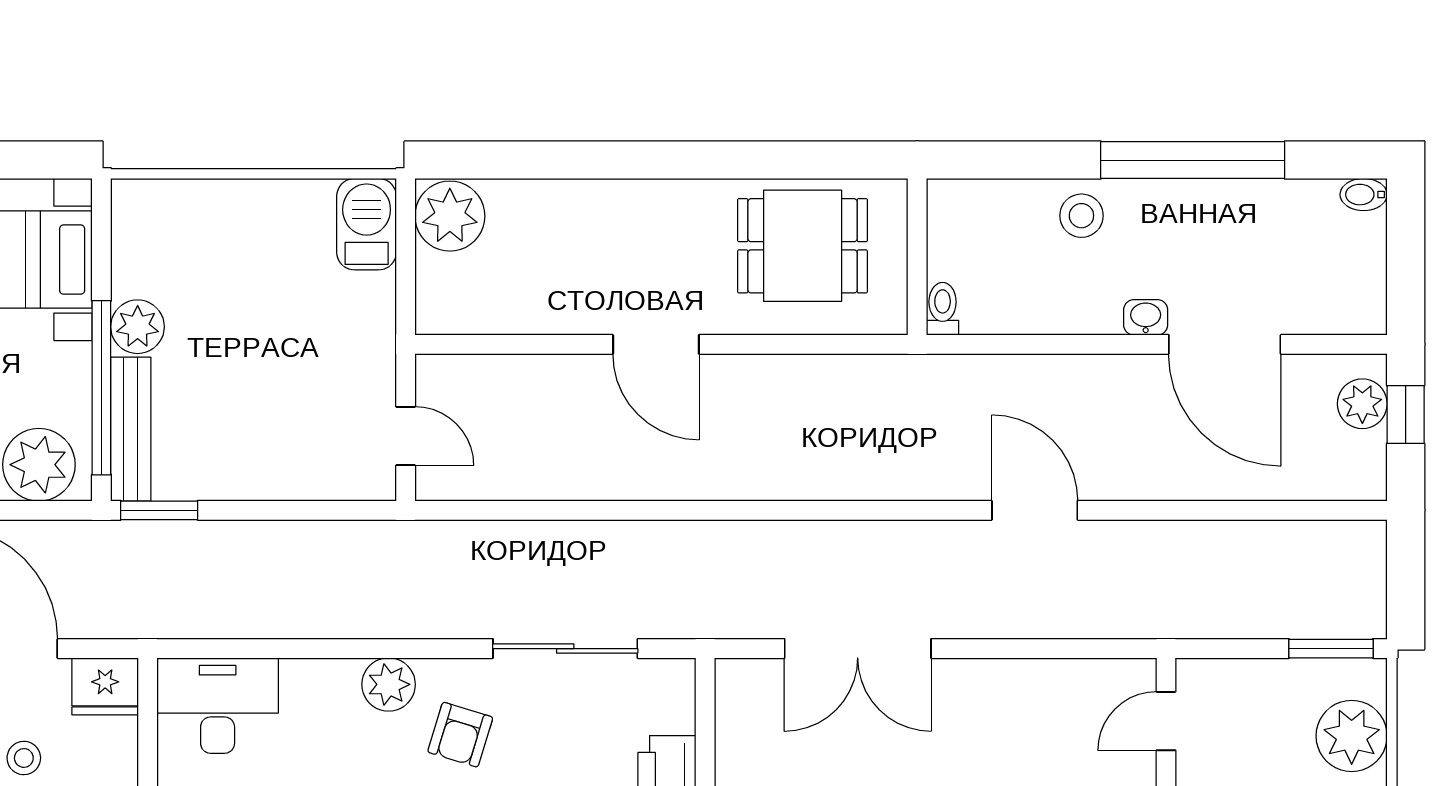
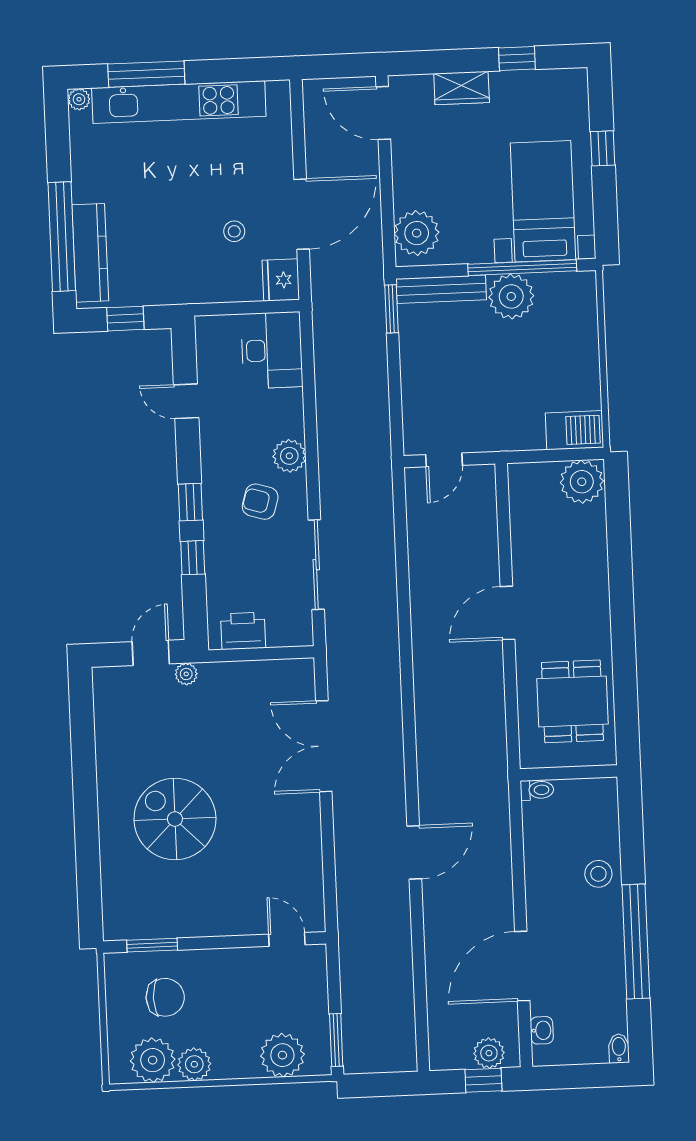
washbasin: (1146, 317) -> (542, 1030), moved
plant: (138, 327) -> (511, 296), width x1.36, depth x1.36
window: (101, 388) -> (522, 268), moved

